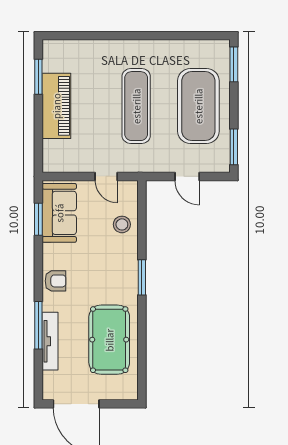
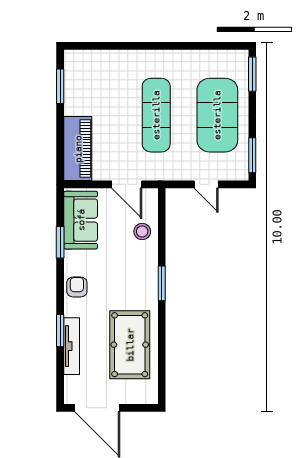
piano: (56, 106) -> (78, 149), moved
door: (106, 176) -> (127, 184), width x1.38
window: (38, 219) -> (60, 242), moved
armchair: (55, 281) -> (77, 287), turned -90
window: (38, 325) -> (60, 331), width x0.69

